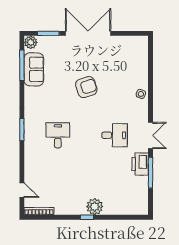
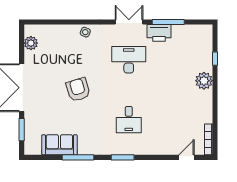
plant: (31, 42) -> (31, 43), moved
window: (22, 65) -> (78, 157), moved
desk: (58, 135) -> (129, 120), turned -90
desk: (115, 135) -> (129, 60), width x1.37
window: (87, 217) -> (215, 59), moved

